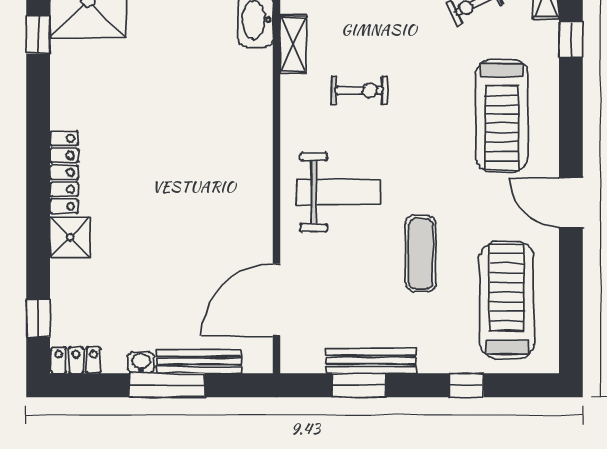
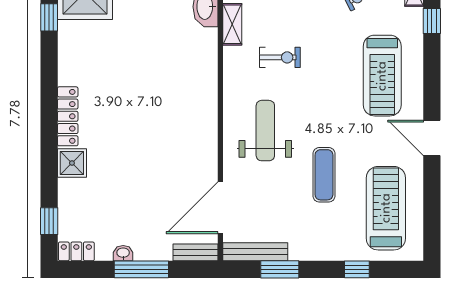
weight bench: (339, 192) -> (265, 131), turned -90
bench: (371, 361) -> (255, 252), moved
bench: (199, 362) -> (196, 252), moved, width x0.73

